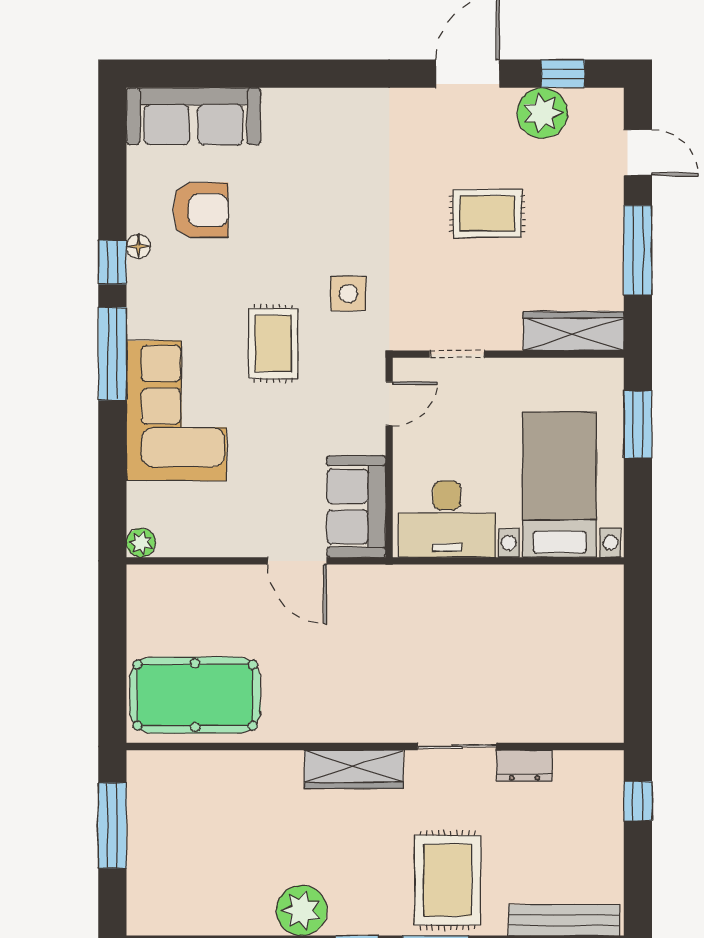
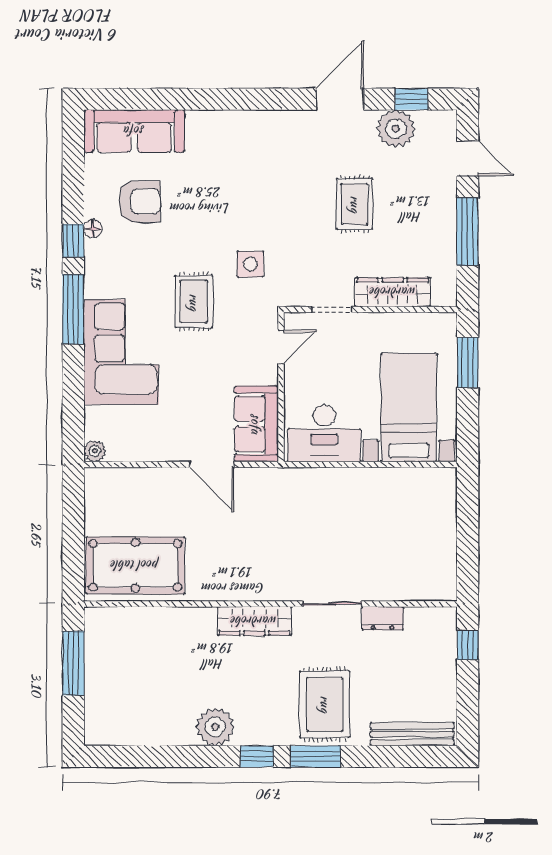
rug: (487, 214) -> (355, 204), turned 90
wardrobe: (574, 331) -> (393, 292), moved

